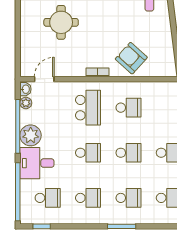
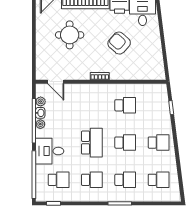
armchair: (131, 58) -> (119, 43), moved
door: (44, 79) -> (56, 82), swing flipped
washbasin: (25, 89) -> (40, 113), moved
school desk: (88, 108) -> (92, 105), removed
plant: (31, 135) -> (40, 124), width x0.53, depth x0.53
school desk: (88, 153) -> (92, 143), width x1.85

